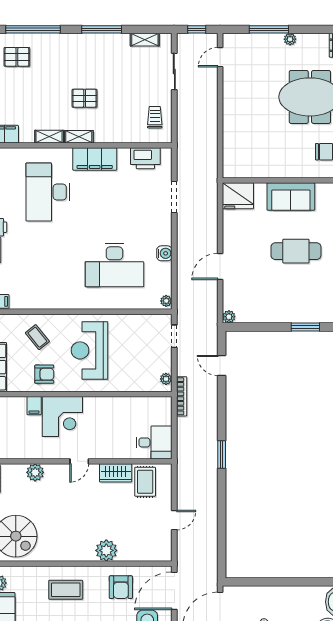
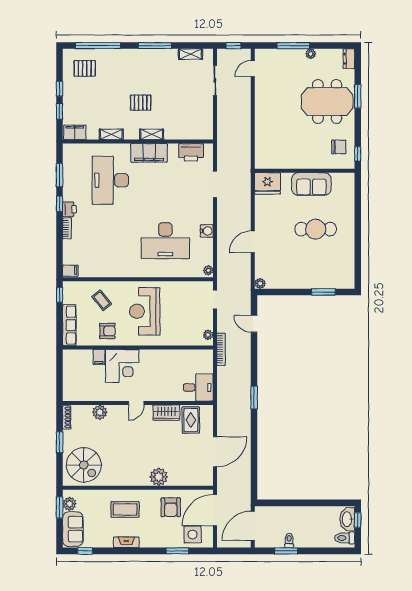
trolley: (155, 117) -> (199, 118), removed
shelving: (79, 137) -> (152, 134), moved
door: (174, 520) -> (215, 452), width x1.87

